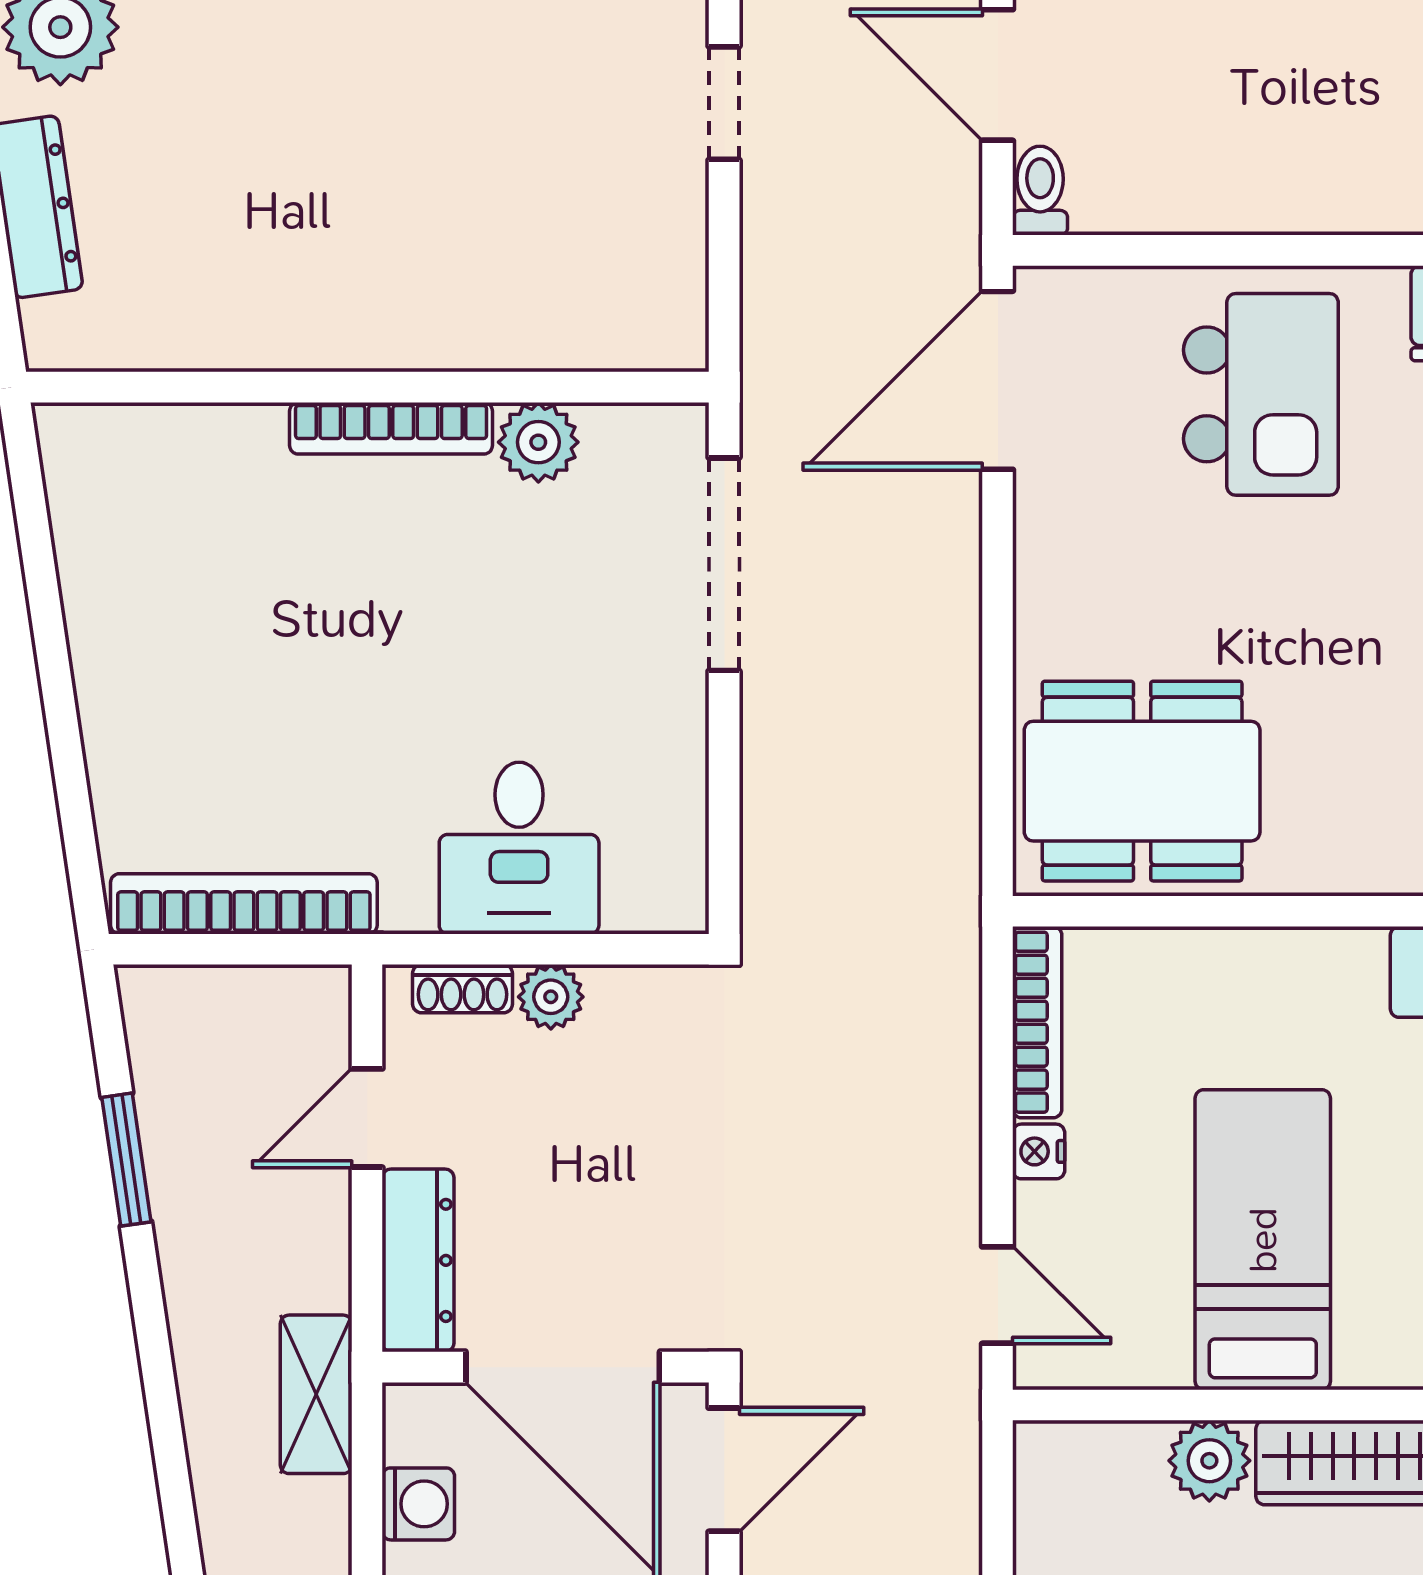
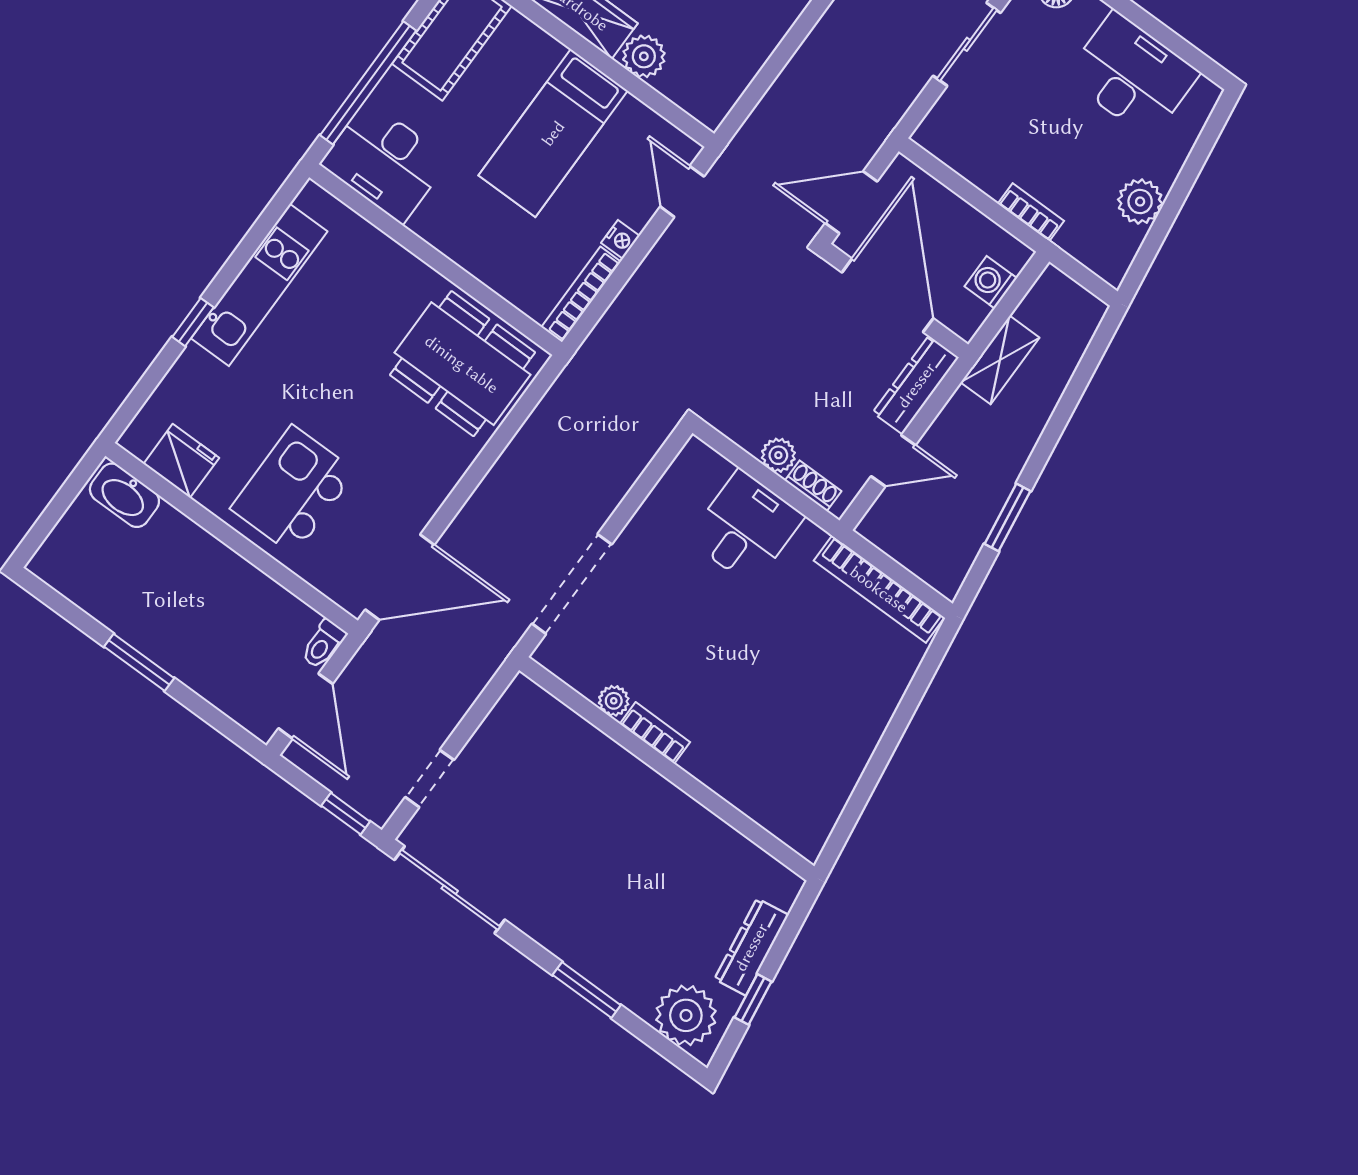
bookcase: (391, 428) -> (655, 733), width x0.64
plant: (538, 442) -> (614, 701), width x0.73, depth x0.73

